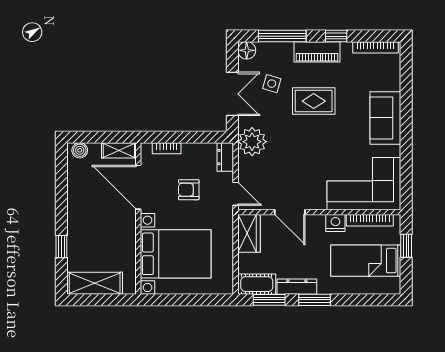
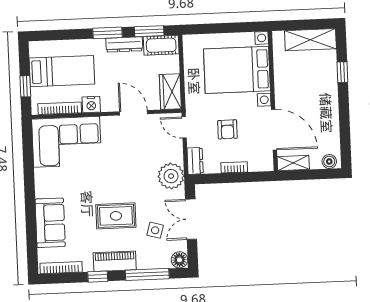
sofa: (385, 118) -> (50, 223), moved
bookcase: (167, 148) -> (234, 167), moved
armchair: (189, 190) -> (227, 129), turned 90

